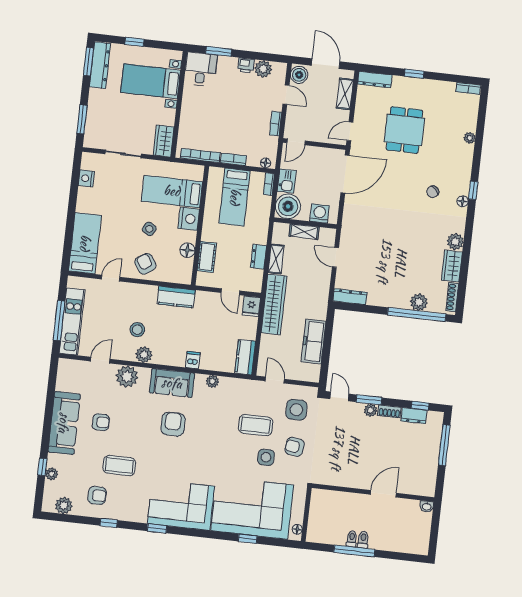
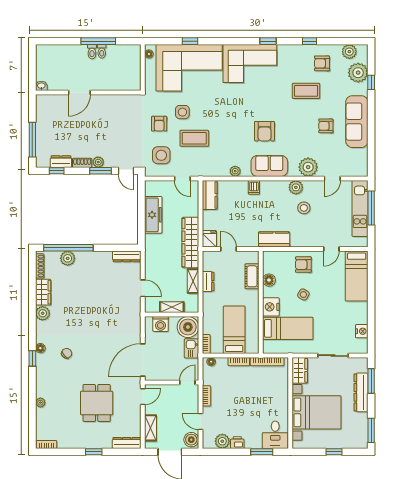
dresser: (100, 65) -> (361, 392), moved
bed with nightstands: (151, 81) -> (317, 412), width x1.36
armchair: (145, 264) -> (303, 265), turned 123
armchair: (295, 447) -> (159, 124), turned 82
plant: (52, 474) -> (358, 73), width x1.88, depth x1.88

